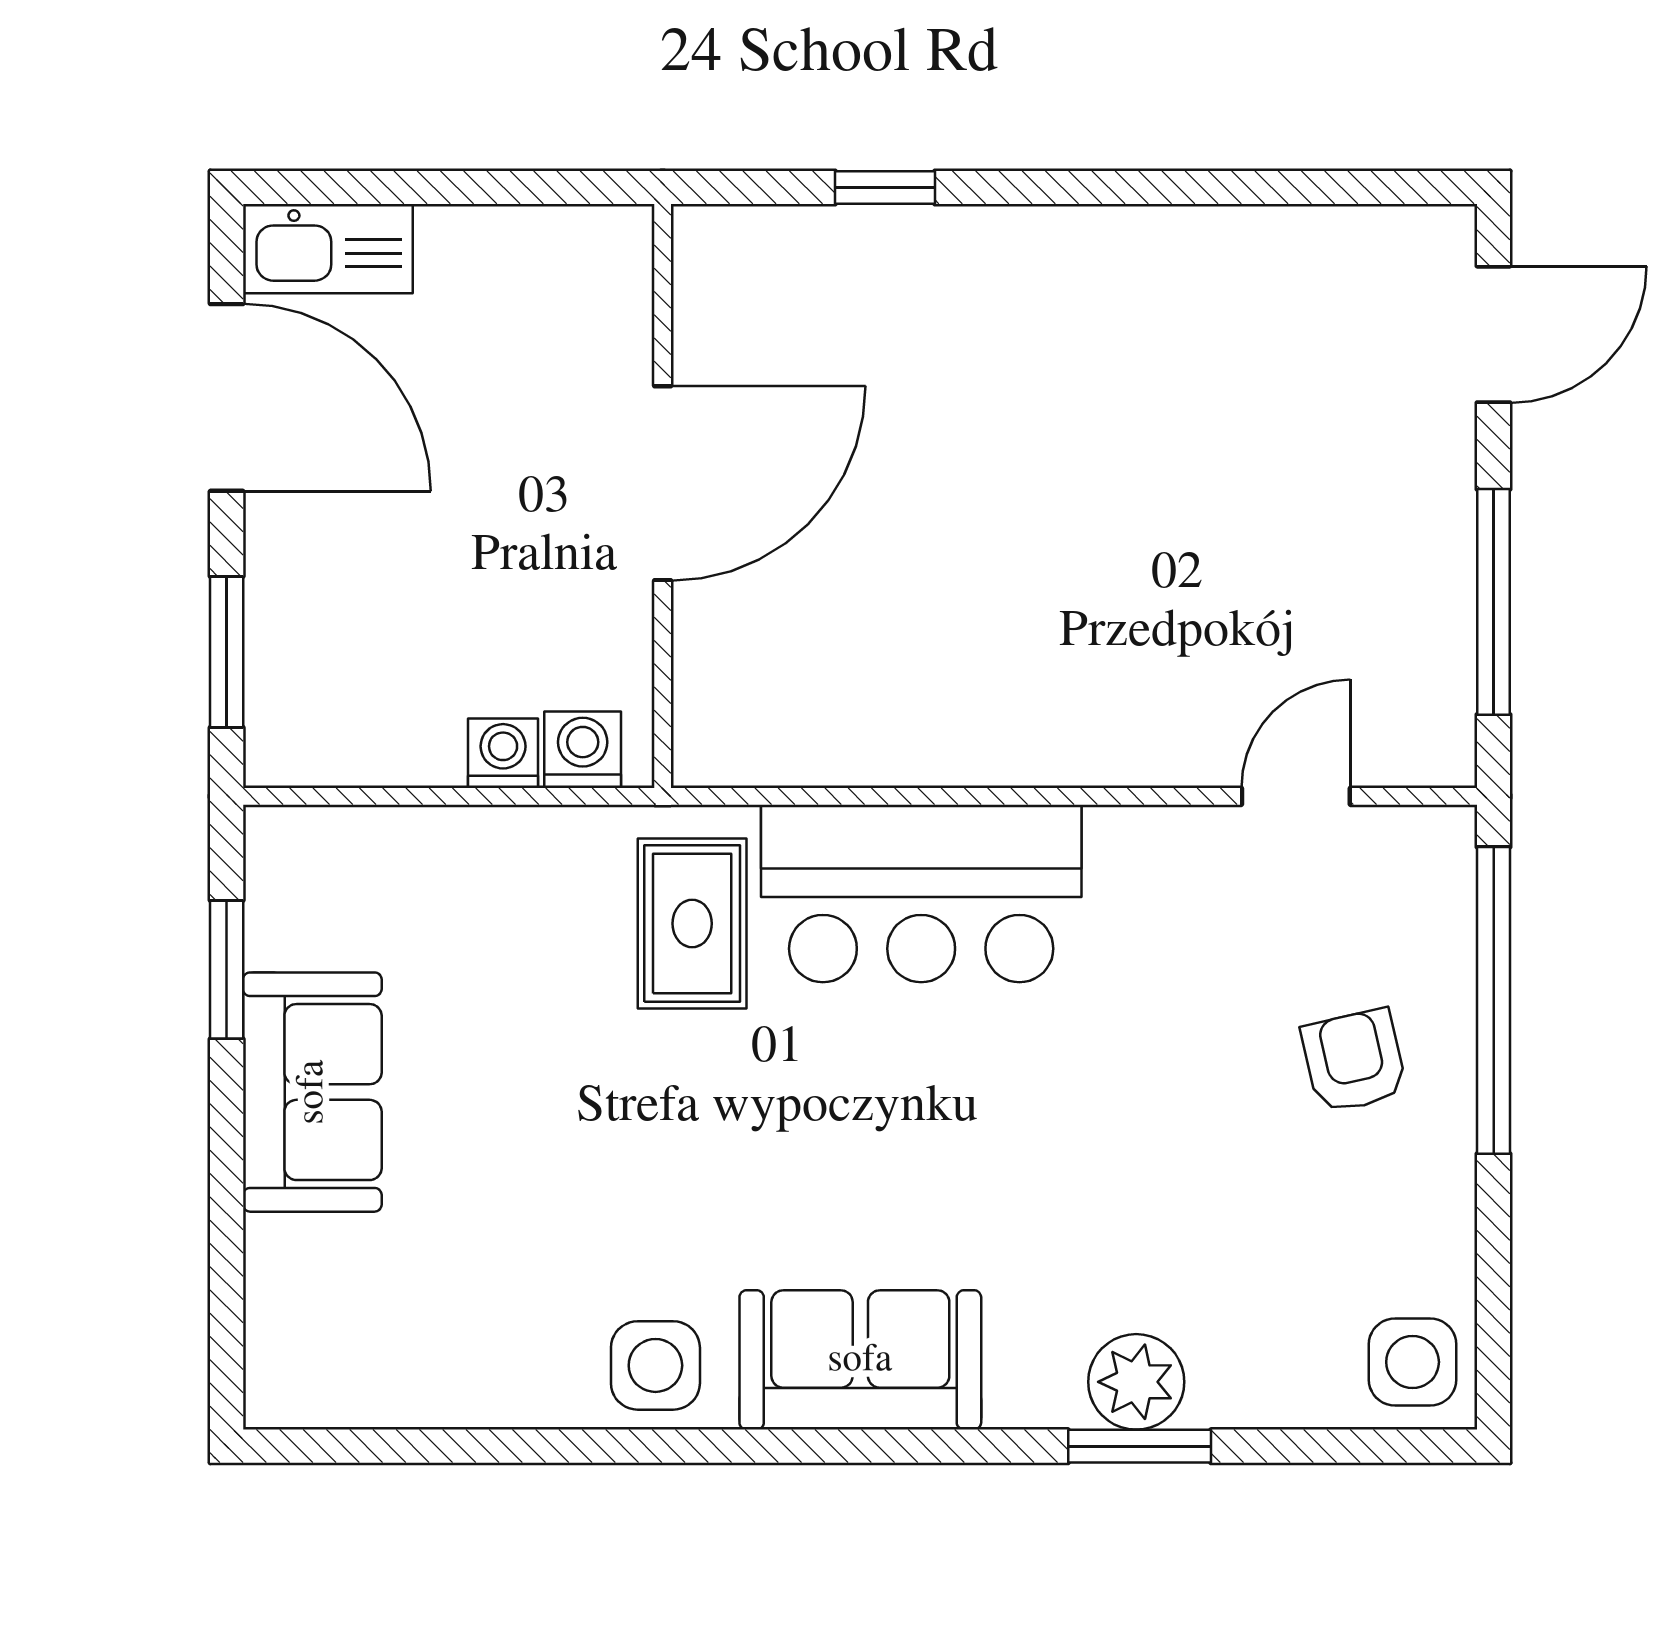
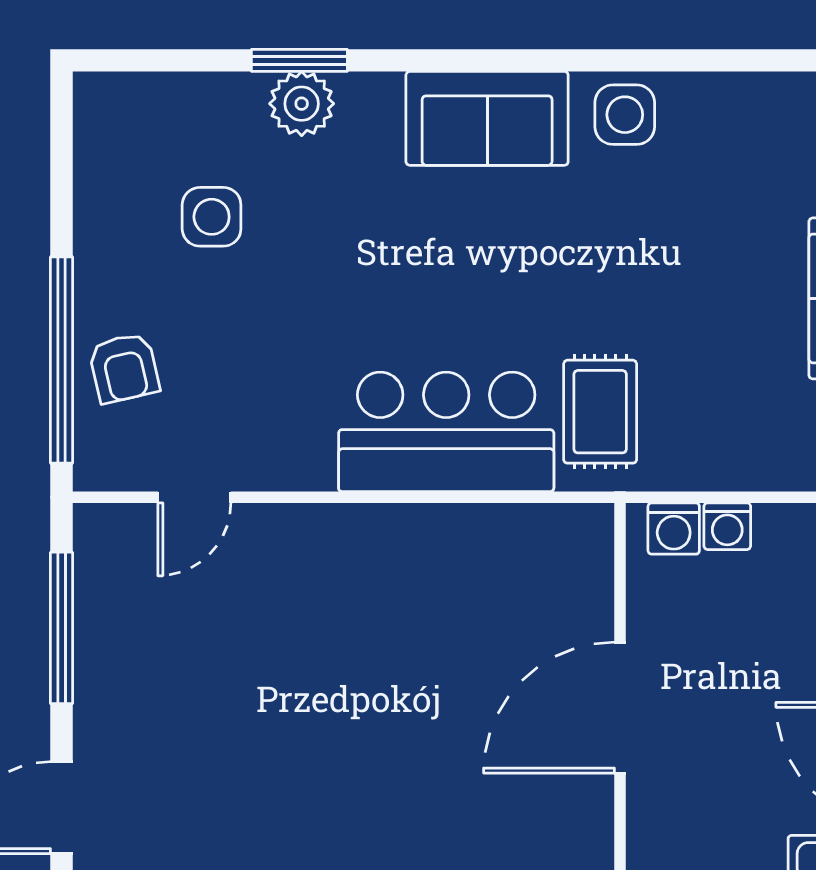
armchair: (1354, 1061) -> (124, 368), moved
side table: (1413, 1362) -> (212, 217), moved

